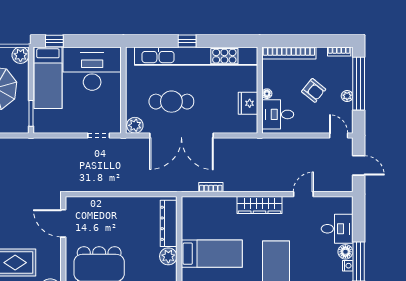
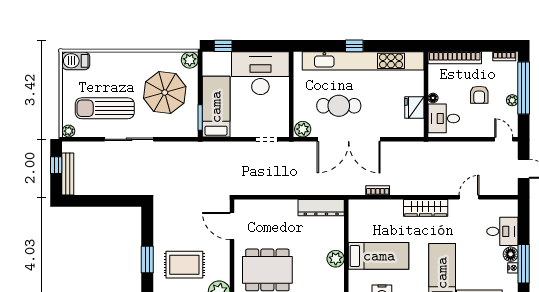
bed: (48, 78) -> (216, 107), moved, turned 180
armchair: (314, 90) -> (479, 95), turned 51
dresser: (169, 223) -> (321, 208), moved, turned -90

